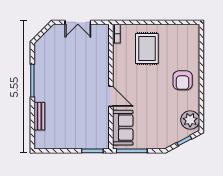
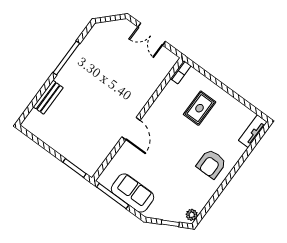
tv unit: (194, 38) -> (253, 131), added
rug: (147, 49) -> (200, 108), width x0.73, depth x0.70
plant: (190, 120) -> (192, 215), width x0.53, depth x0.53
sofa: (123, 128) -> (133, 193), moved, turned -90

